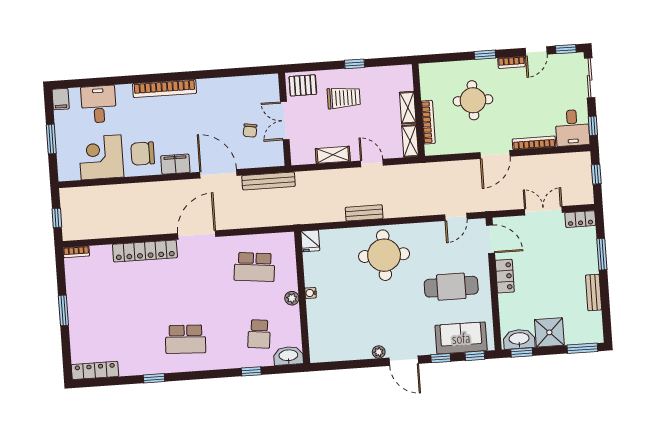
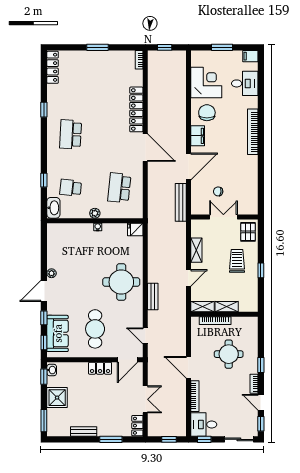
trolley: (344, 98) -> (237, 261), turned 180
bench: (364, 213) -> (153, 297), moved
washbasin: (519, 339) -> (52, 370), width x0.52, depth x0.69

